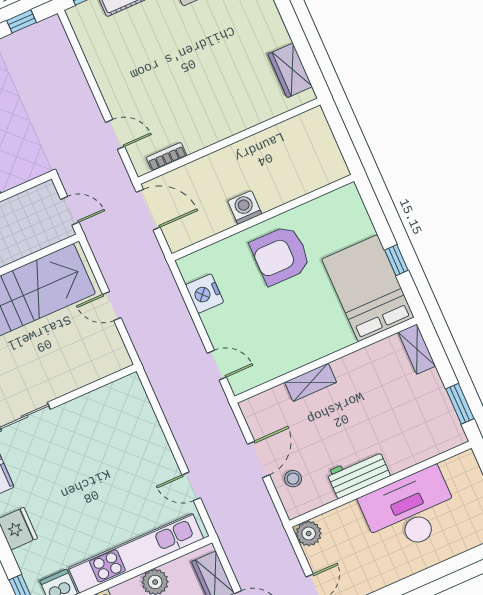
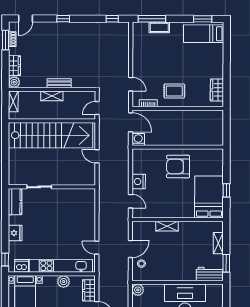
rug: (207, 110) -> (174, 91), added
washing machine: (245, 207) -> (138, 139), moved
door: (70, 211) -> (97, 108), swing flipped
nightstand: (205, 294) -> (139, 182), moved
shelving: (417, 349) -> (218, 243), moved
workbench: (358, 474) -> (210, 274), moved

